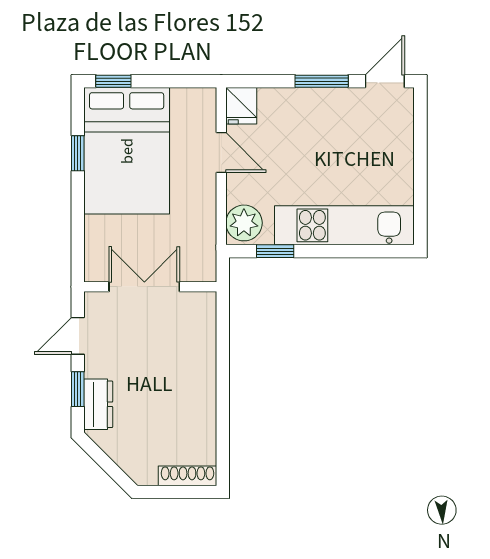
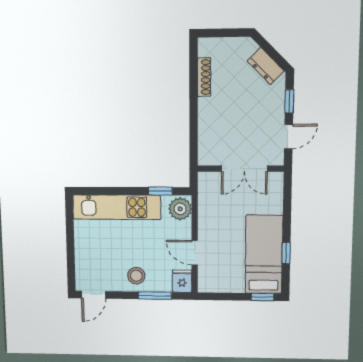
window: (322, 81) -> (155, 296), moved
stool: (315, 114) -> (136, 276), added
bed: (127, 151) -> (264, 254), width x0.67
dresser: (98, 404) -> (266, 66), moved, turned -45
shoe rack: (187, 476) -> (204, 77), moved, turned -90

